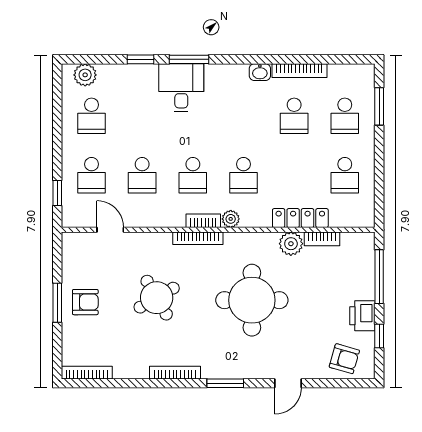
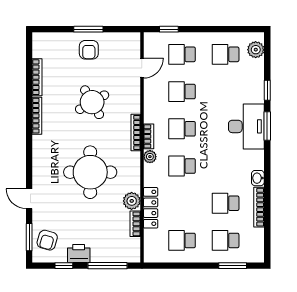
desk: (181, 88) -> (246, 126), width x1.37
bookcase: (87, 373) -> (37, 77), moved
window: (225, 383) -> (29, 237), moved

